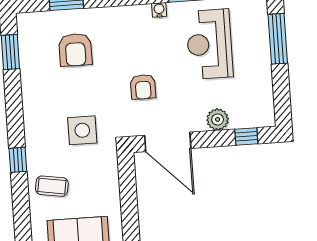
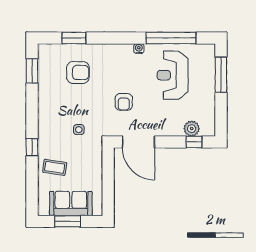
armchair: (75, 50) -> (78, 73), turned -90
plant: (218, 119) -> (192, 129), moved
side table: (82, 130) -> (79, 130), width x0.54, depth x0.54

